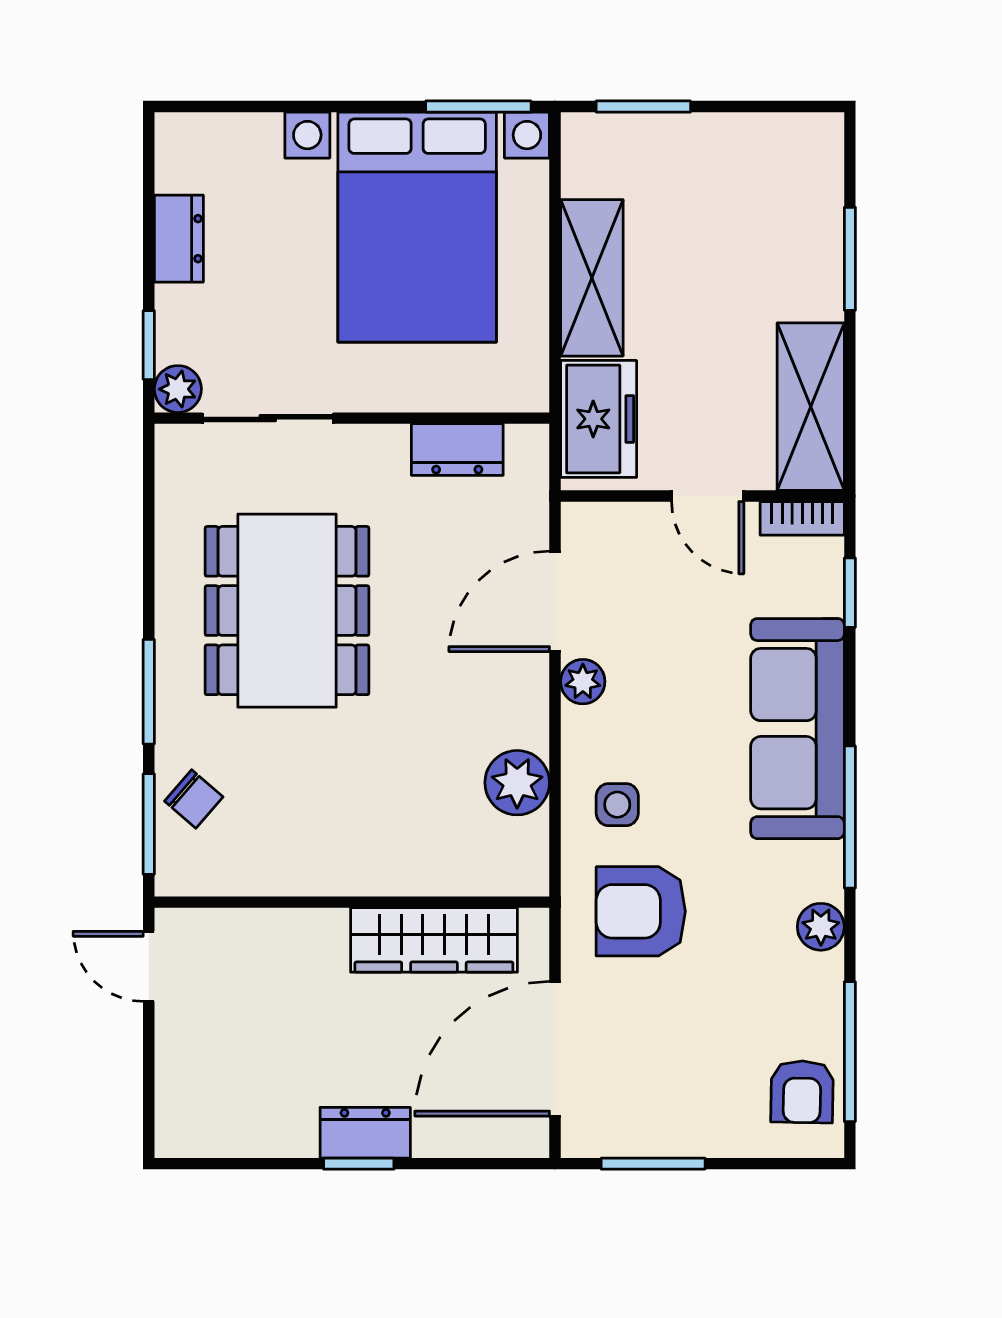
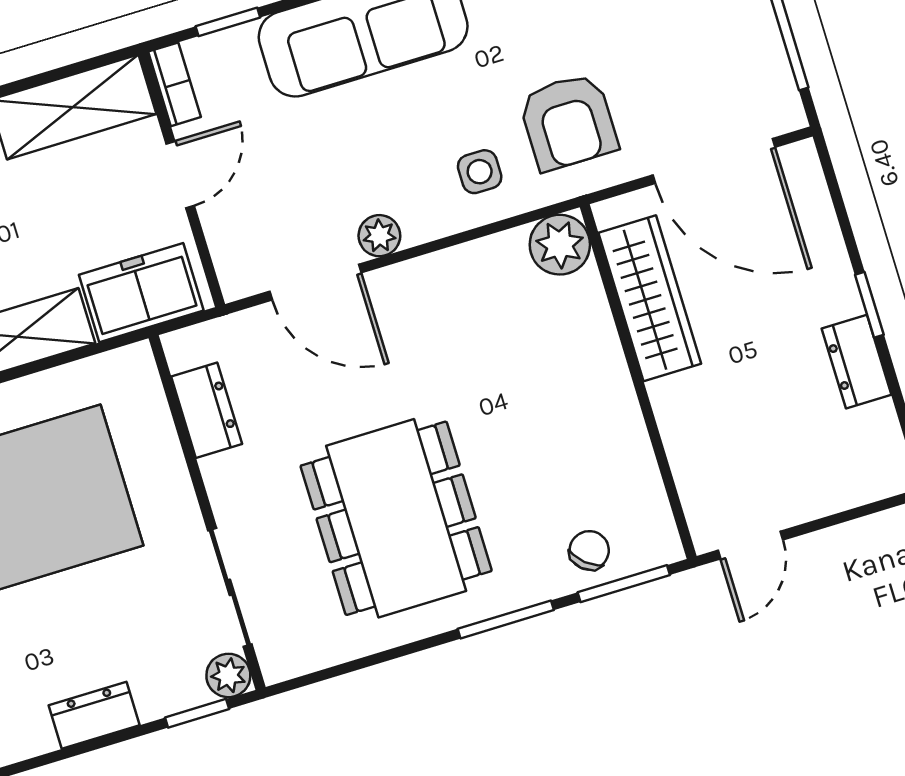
dining table: (287, 611) -> (396, 518), turned 90
plant: (517, 783) -> (560, 245), moved
dresser: (365, 1133) -> (856, 362), moved

